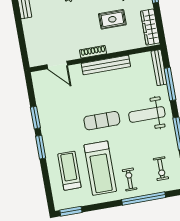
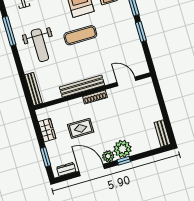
wardrobe: (150, 27) -> (47, 130), width x0.67
window: (170, 84) -> (22, 75), removed
weight bench: (147, 114) -> (40, 45), turned 90

